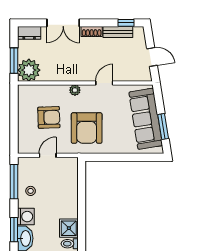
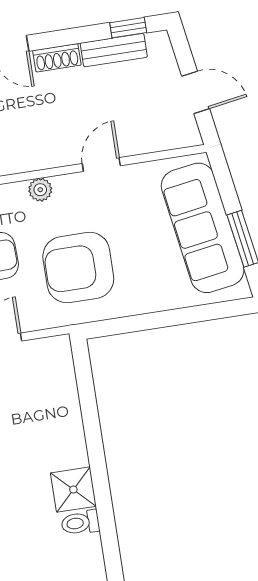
armchair: (87, 128) -> (78, 268), turned 90

